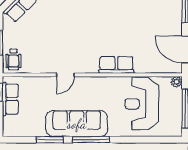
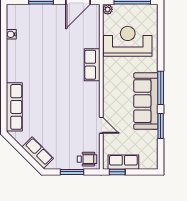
door: (65, 75) -> (101, 125), moved
reception desk: (142, 104) -> (128, 41), turned 180

